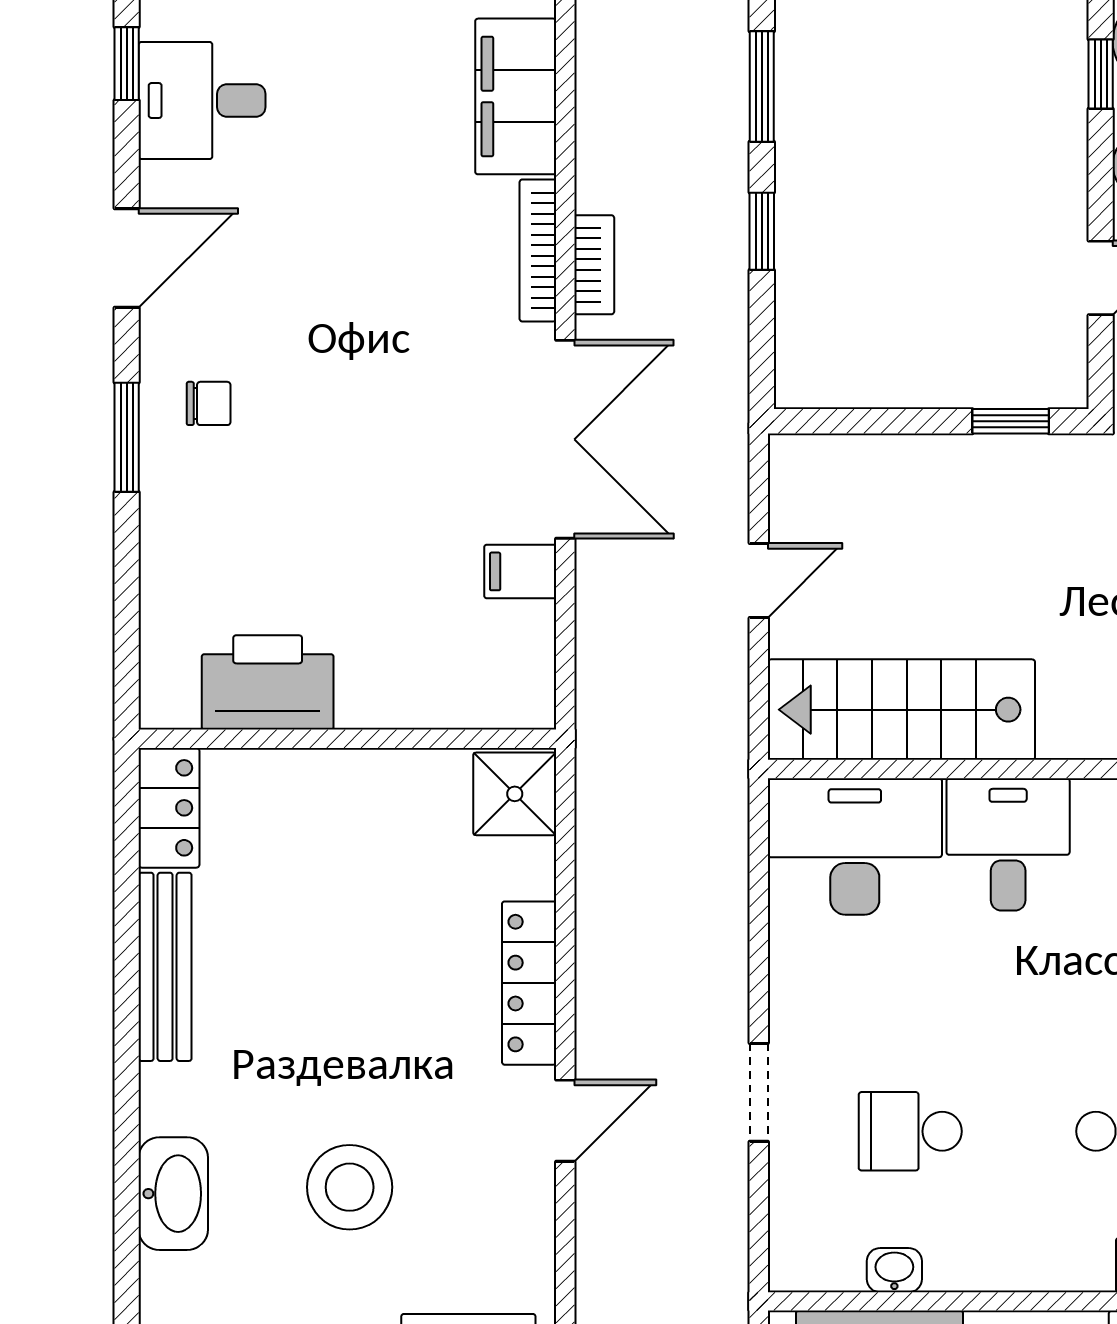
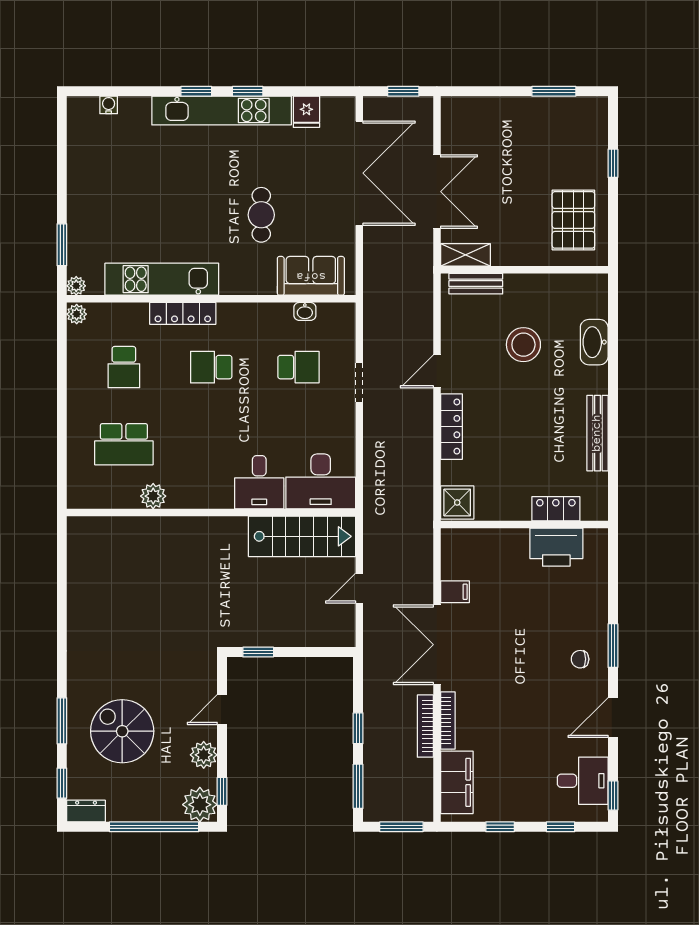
bookcase: (594, 265) -> (425, 726), width x1.56
locker: (169, 808) -> (556, 509), moved, turned 90

